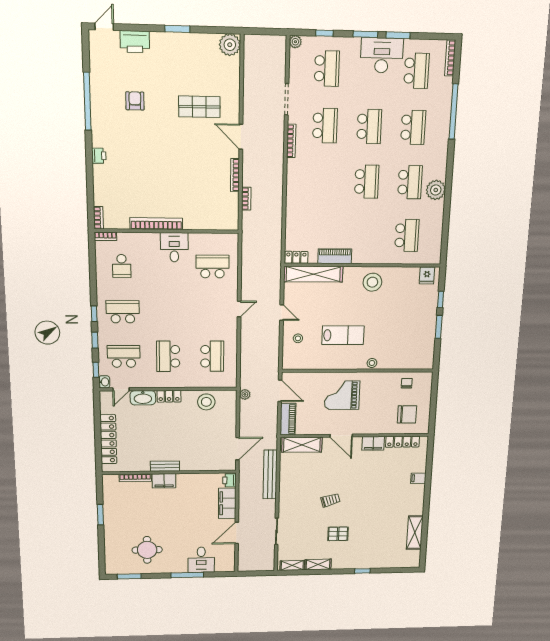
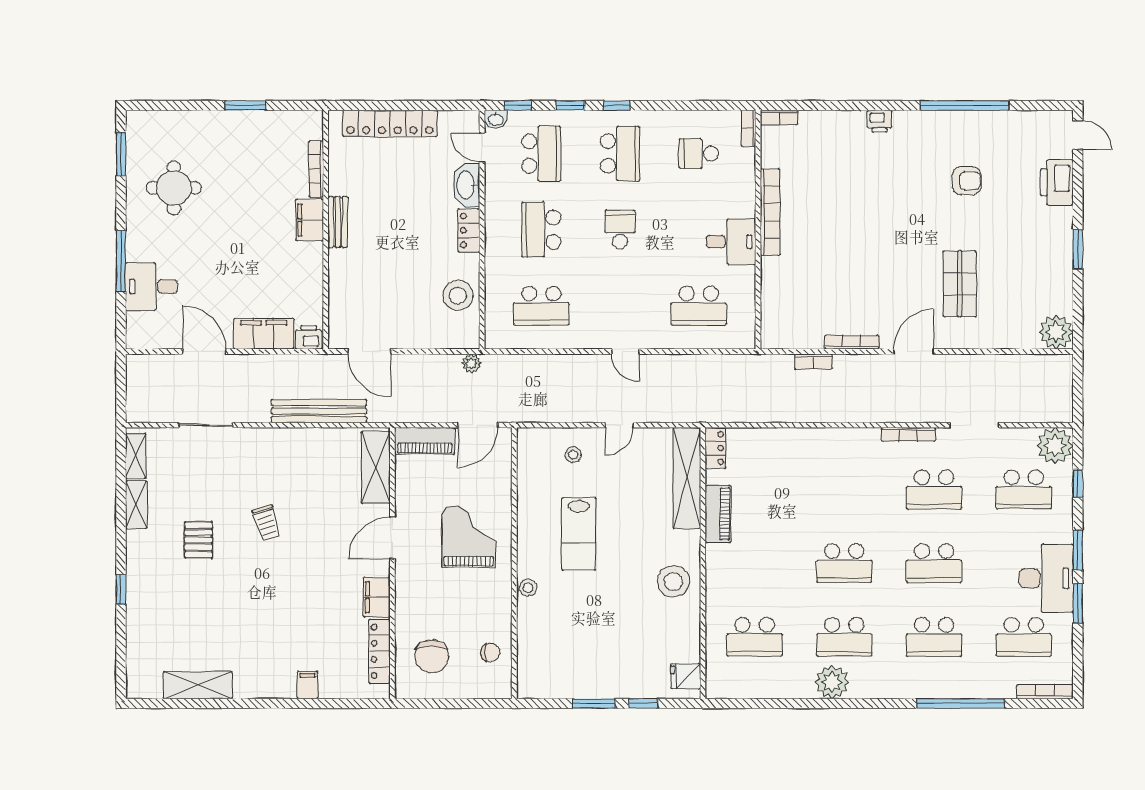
plant: (295, 42) -> (1055, 446), width x1.88, depth x1.88
school desk: (212, 267) -> (699, 306), turned 90
school desk: (168, 312) -> (620, 230), added
school desk: (168, 356) -> (541, 230), turned -90

